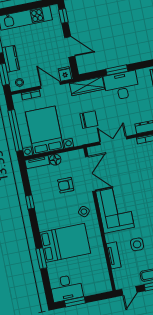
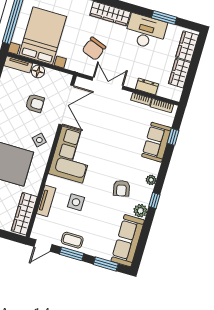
window: (117, 70) -> (164, 18), moved
chair: (89, 120) -> (94, 49), turned 110
armchair: (66, 185) -> (35, 103), turned 180
wardrobe: (102, 274) -> (24, 214), added

